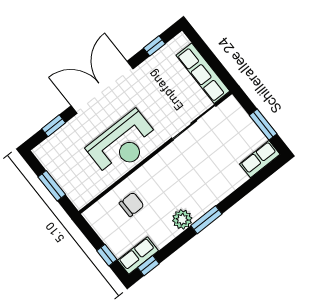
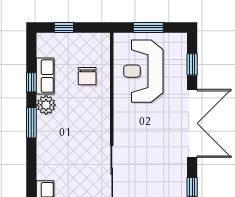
reception desk: (123, 144) -> (143, 71), moved
row of seats: (138, 256) -> (45, 76), moved
window: (148, 266) -> (31, 82), moved

